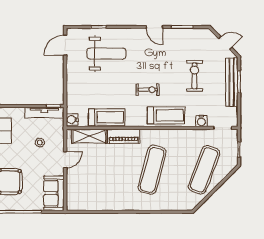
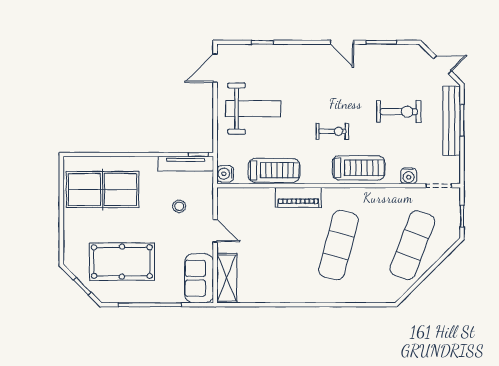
weight bench: (106, 54) -> (253, 109), moved
exercise bike: (194, 76) -> (399, 112), turned 90
shelving: (89, 136) -> (227, 278), moved, turned 90
door: (65, 160) -> (215, 231), hinge flipped

